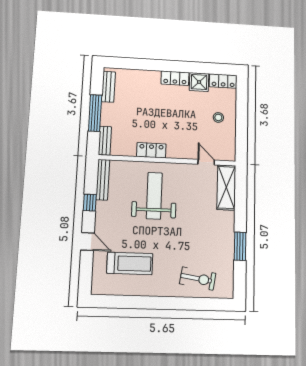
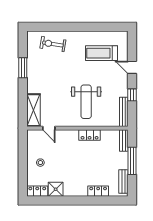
locker: (175, 78) -> (98, 191), moved

